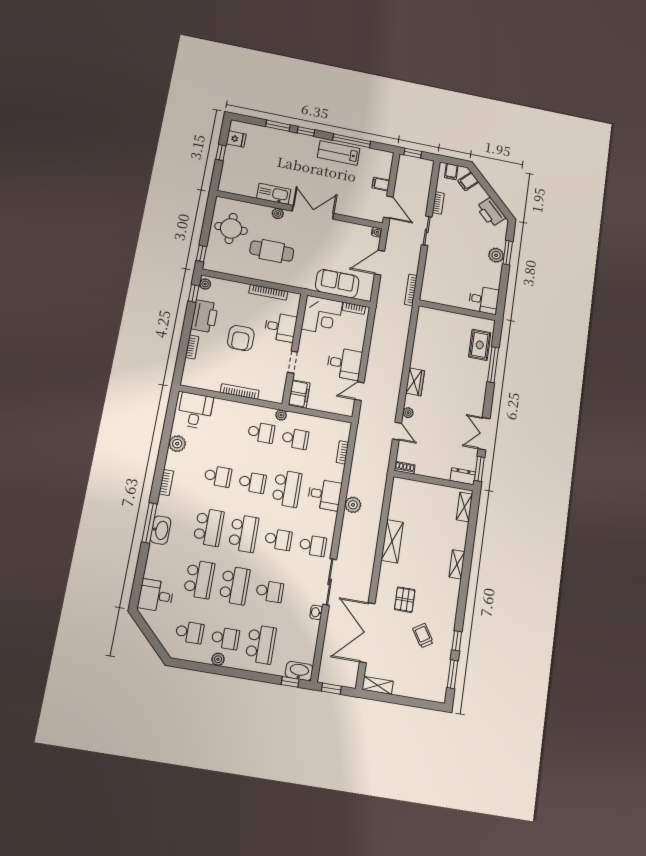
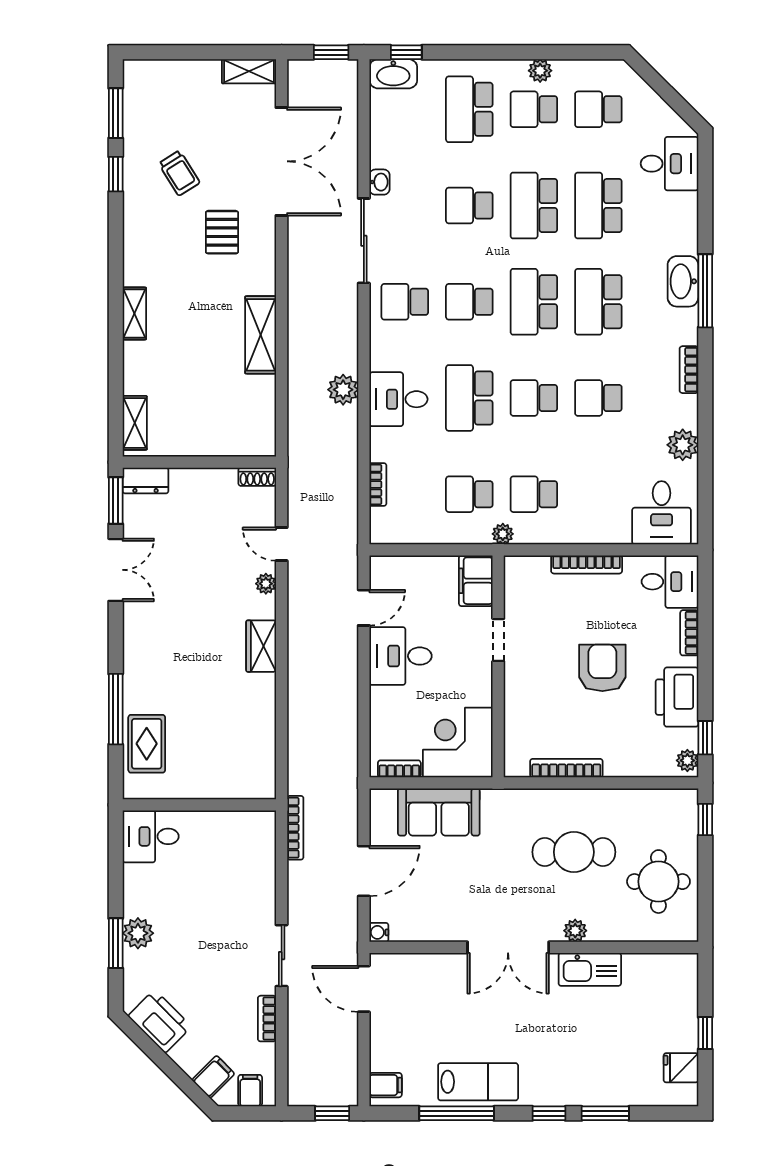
filing cabinet: (381, 184) -> (386, 1085), moved
desk: (281, 327) -> (670, 582), moved, turned 180

